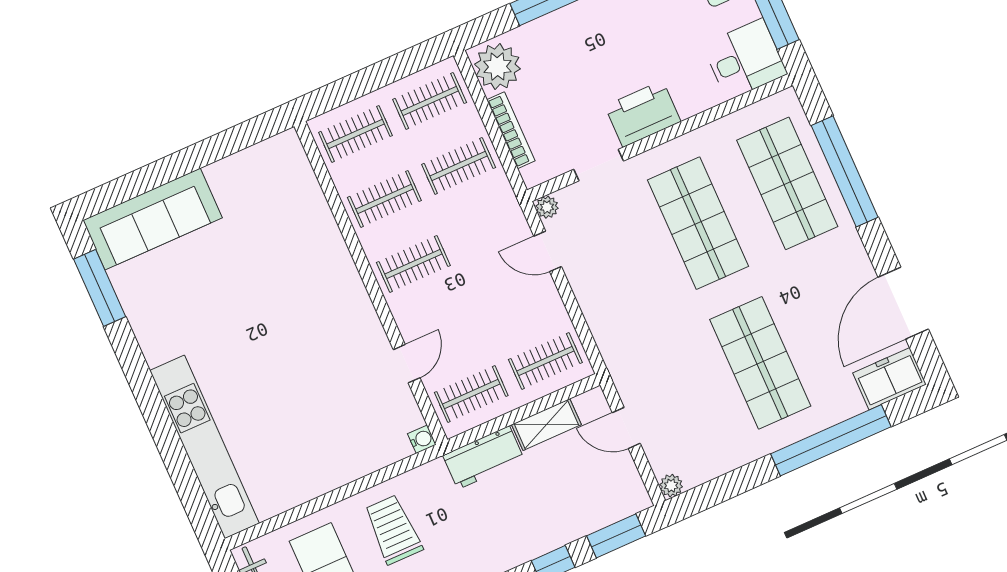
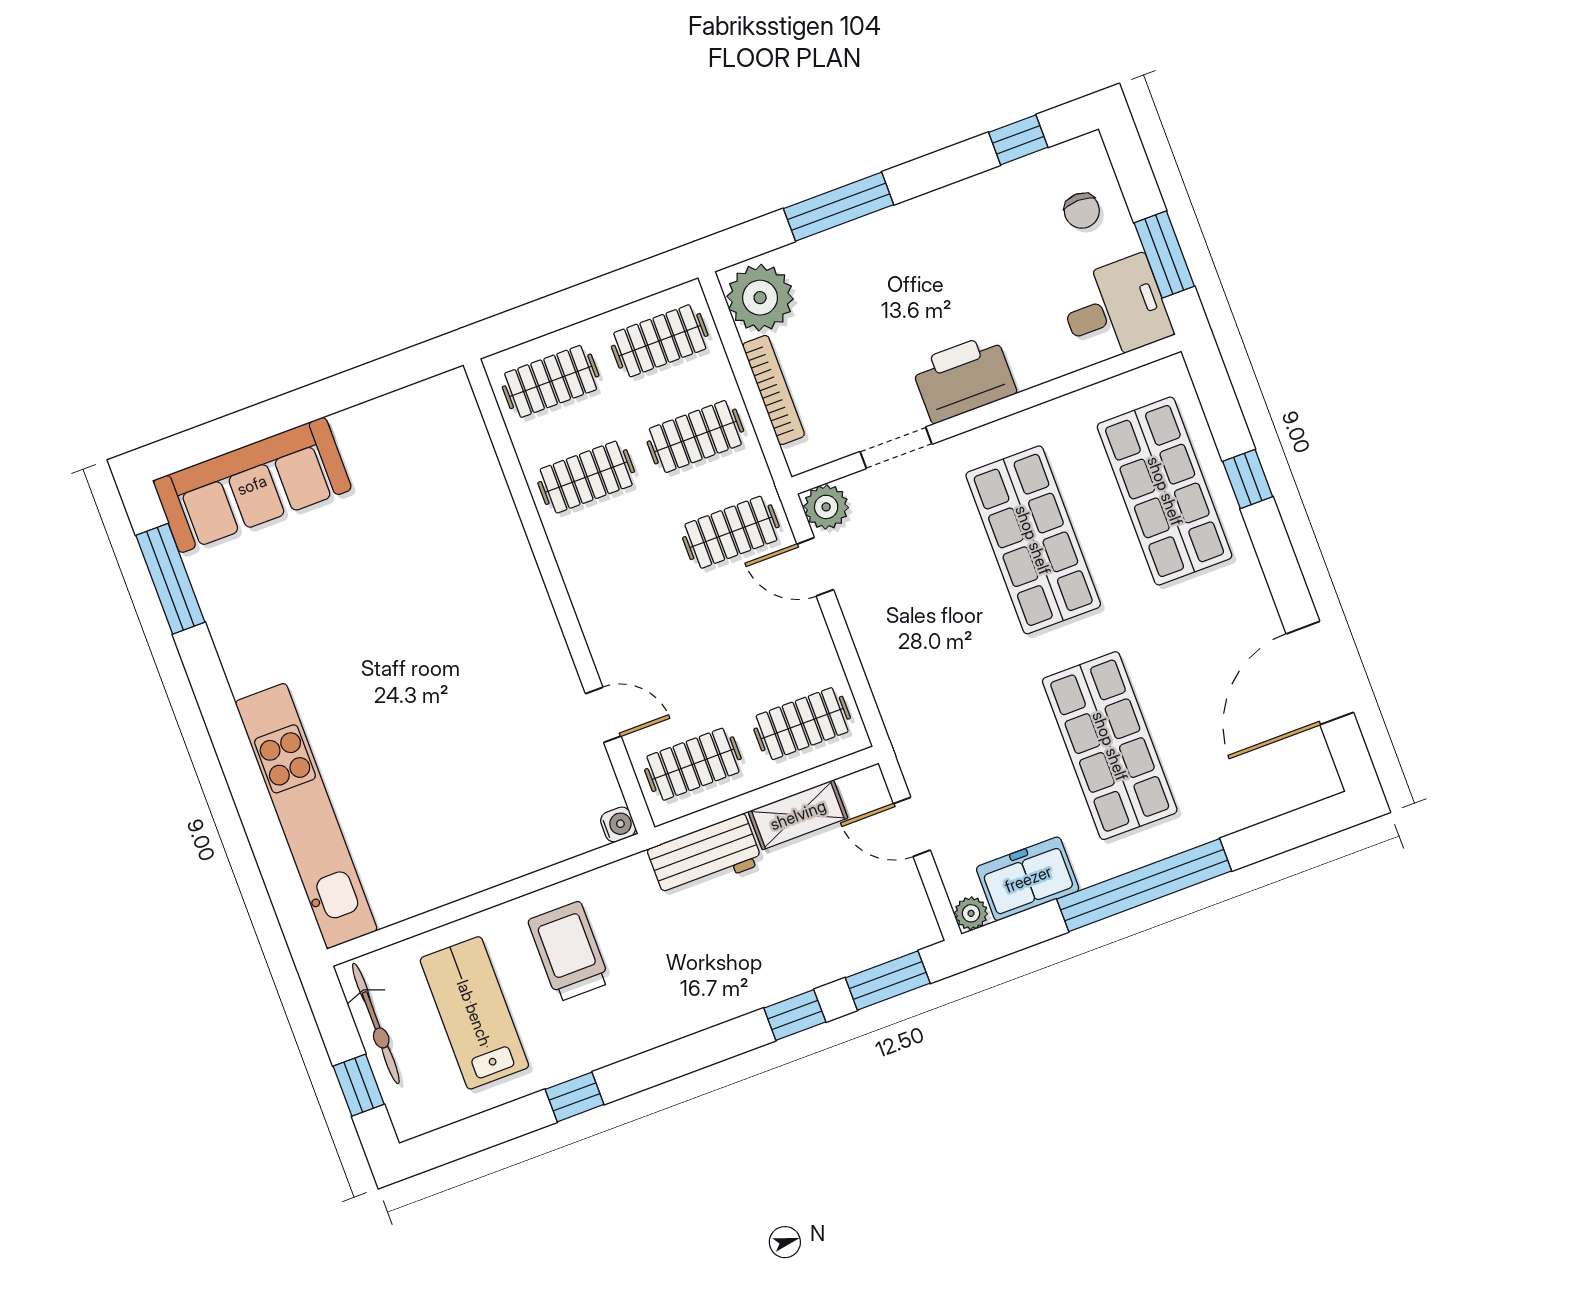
window: (845, 171) -> (1248, 479), width x0.32
plant: (547, 207) -> (826, 507), width x1.38, depth x1.38
clothes rail: (413, 264) -> (731, 532), moved
door: (407, 364) -> (603, 715), hinge flipped
freezer: (889, 379) -> (1028, 879), moved
window: (831, 440) -> (1144, 885), moved

